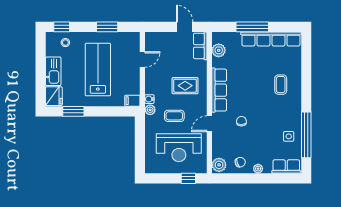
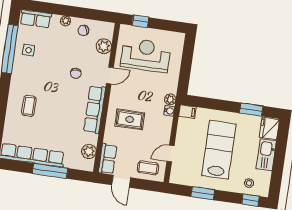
lab bench: (98, 70) -> (219, 150), turned 180
coffee table: (174, 116) -> (148, 168), moved
plant: (219, 165) -> (104, 46), moved

